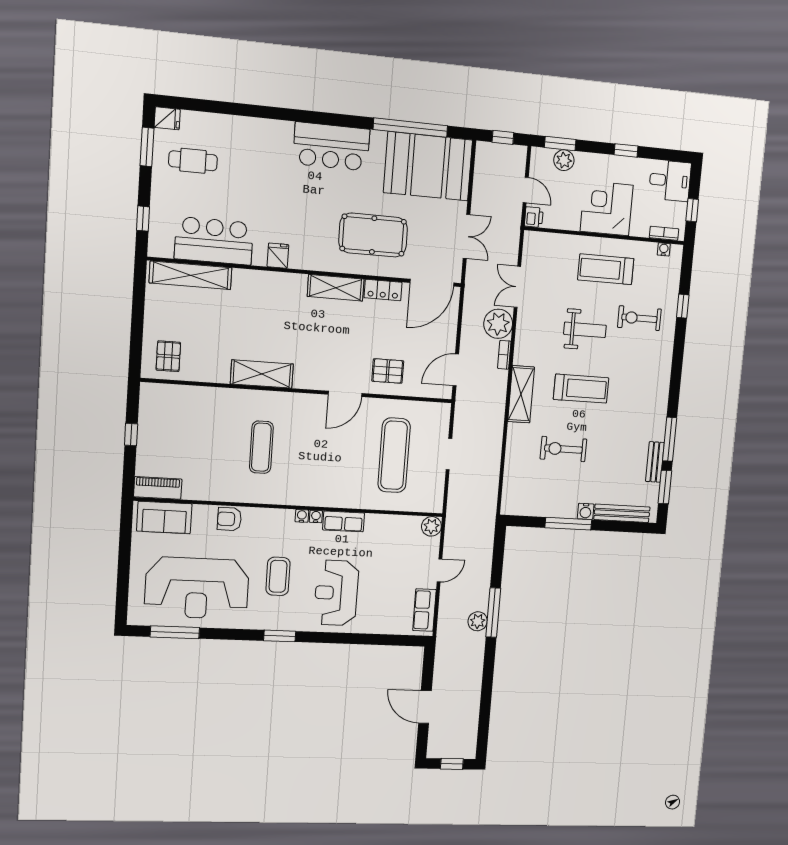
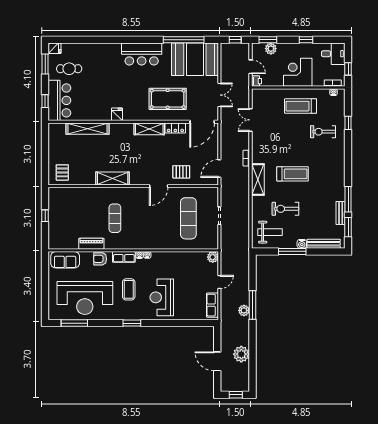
bar counter: (214, 241) -> (59, 100), moved, turned 90
shelving: (191, 275) -> (87, 129), moved
plant: (498, 324) -> (241, 354), moved
weight bench: (585, 330) -> (270, 232), moved
piano: (158, 488) -> (91, 244), moved
row of seats: (344, 521) -> (124, 257), moved

